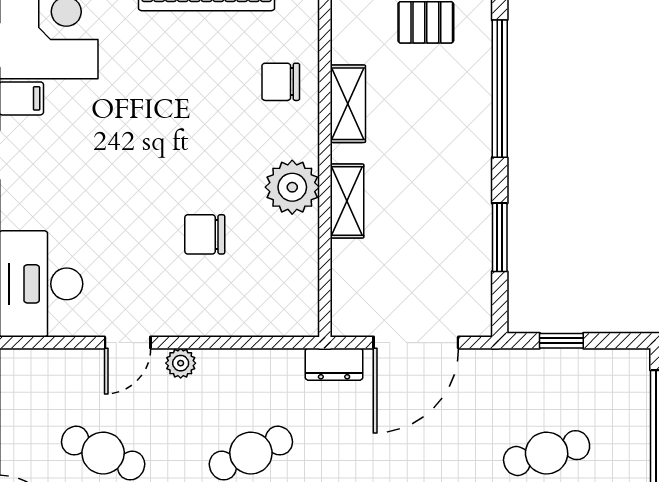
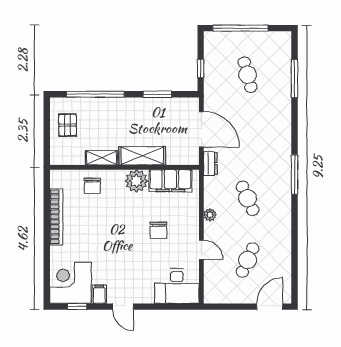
shelving: (347, 201) -> (142, 156), width x1.50, depth x1.33
chair: (205, 234) -> (158, 230), moved
filing cabinet: (293, 268) -> (170, 181), added
plant: (181, 363) -> (210, 215), moved

